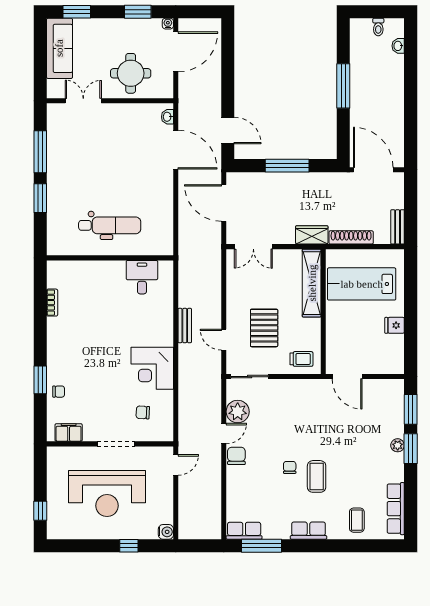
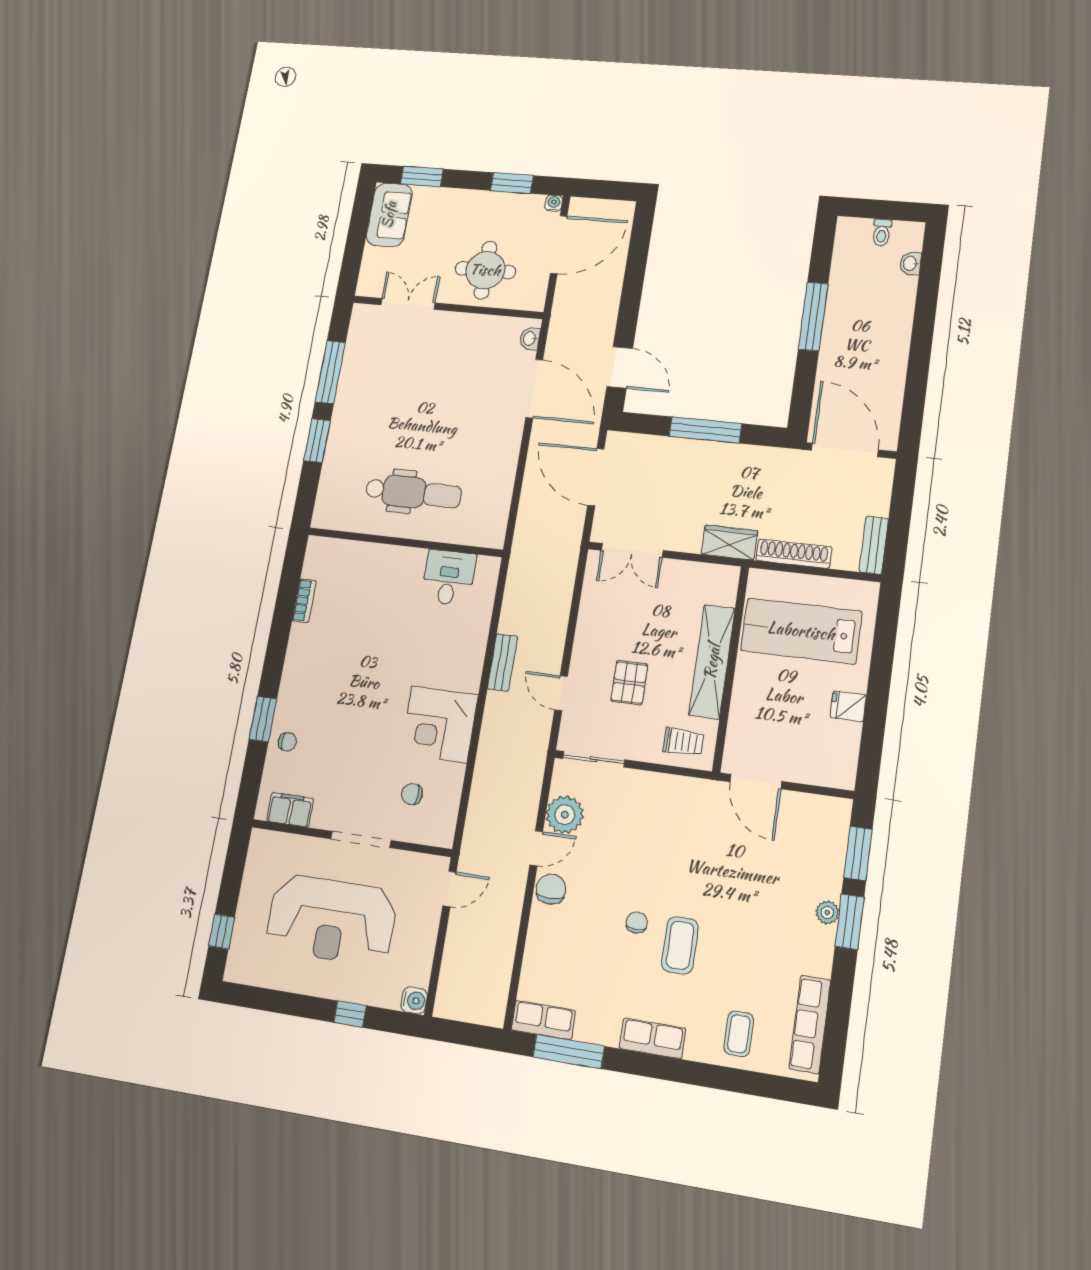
sofa: (59, 48) -> (389, 215), width x0.73
shelving: (312, 283) -> (712, 662), moved
pallet: (264, 328) -> (629, 683), width x0.67, depth x0.71

